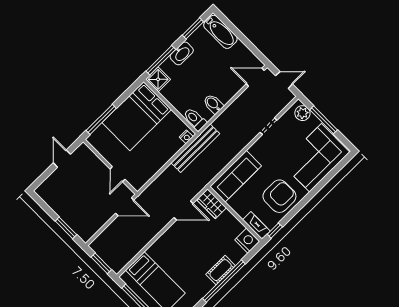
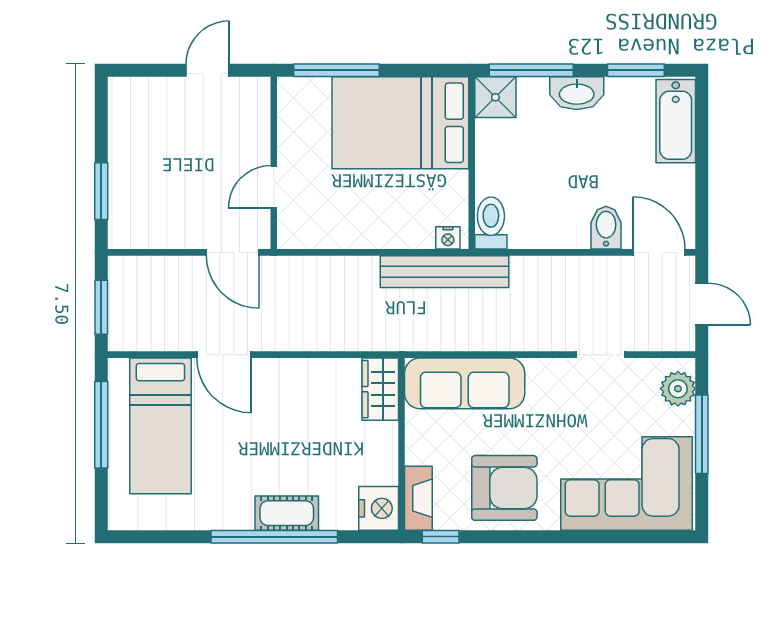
bidet: (213, 104) -> (606, 228), moved
door: (184, 210) -> (224, 355), moved

